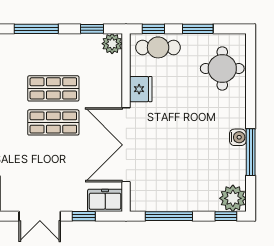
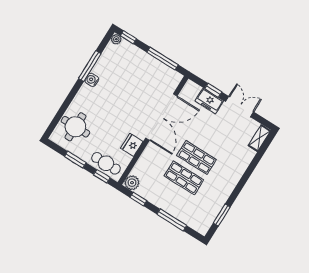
plant: (233, 198) -> (116, 39), width x0.53, depth x0.53
freezer: (105, 200) -> (209, 101), moved

